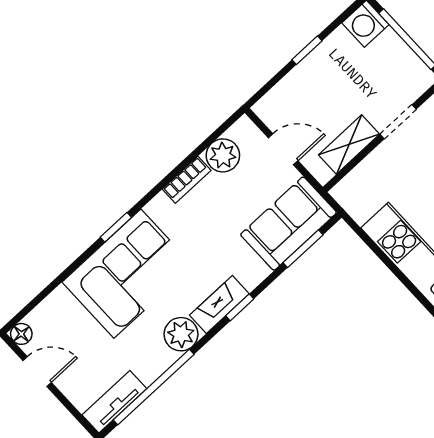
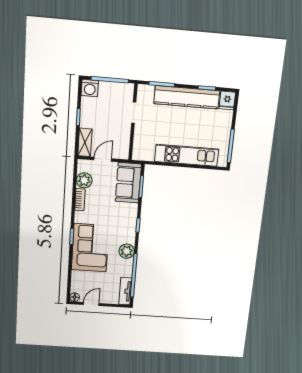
shelving: (349, 144) -> (85, 142), moved
fireplace: (219, 304) -> (130, 230), removed

